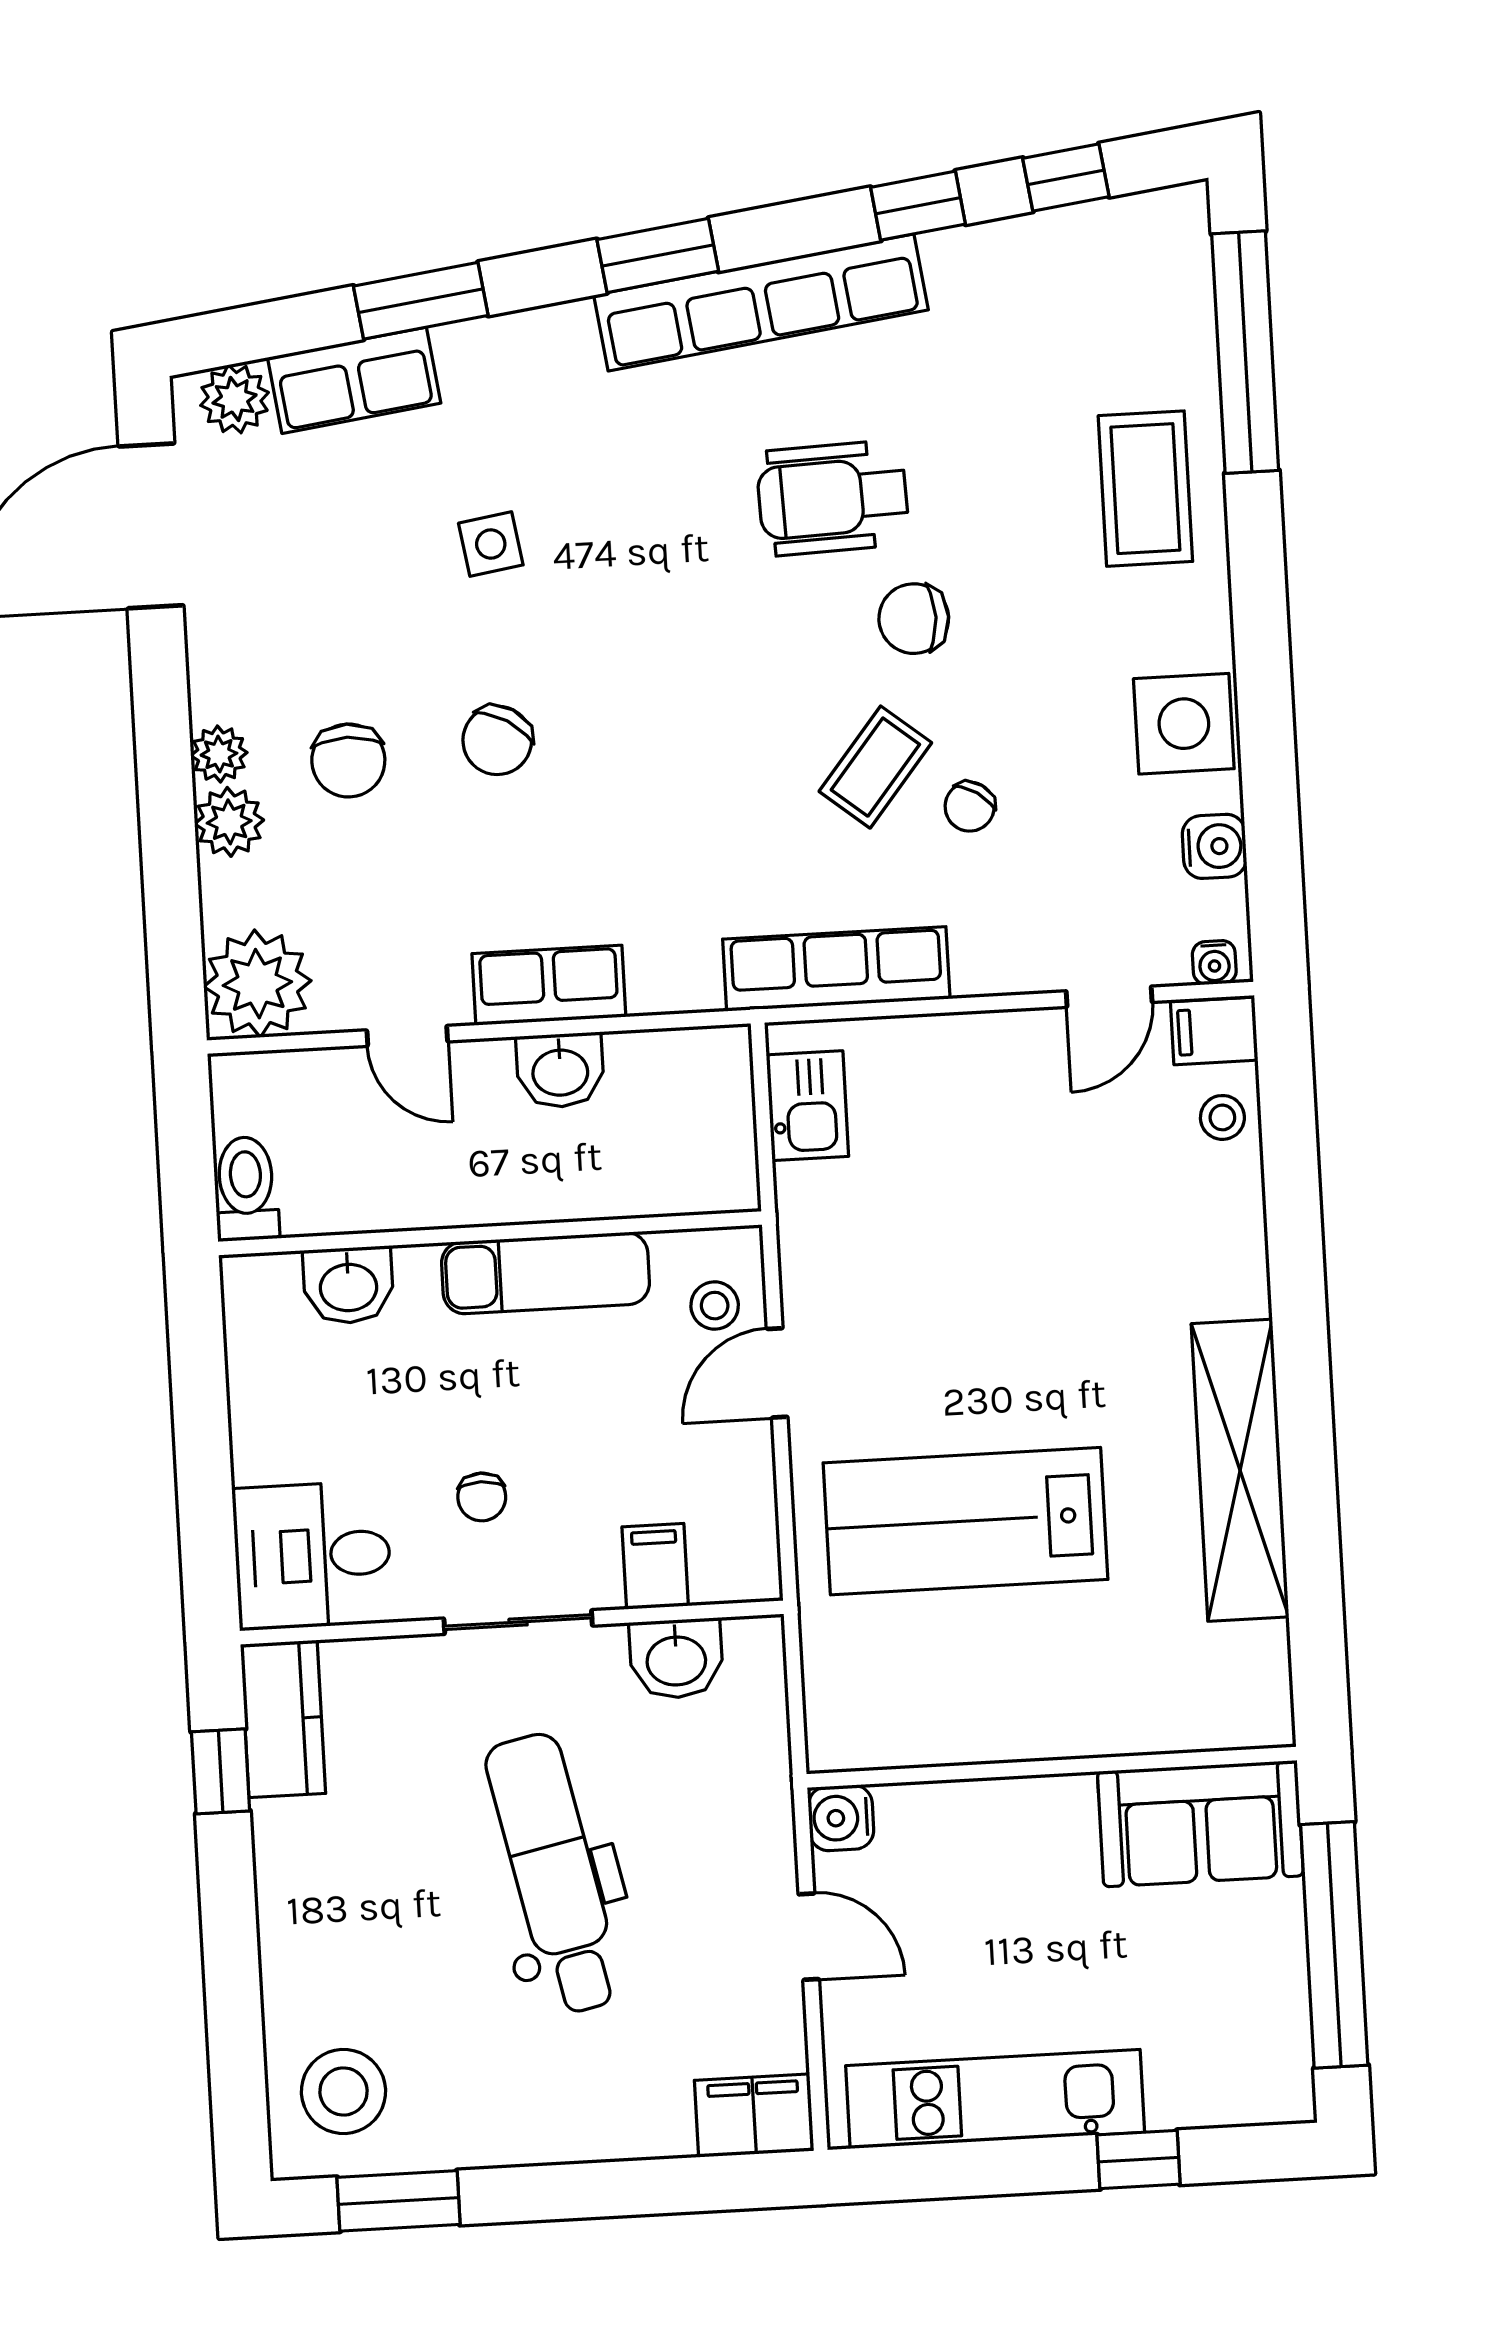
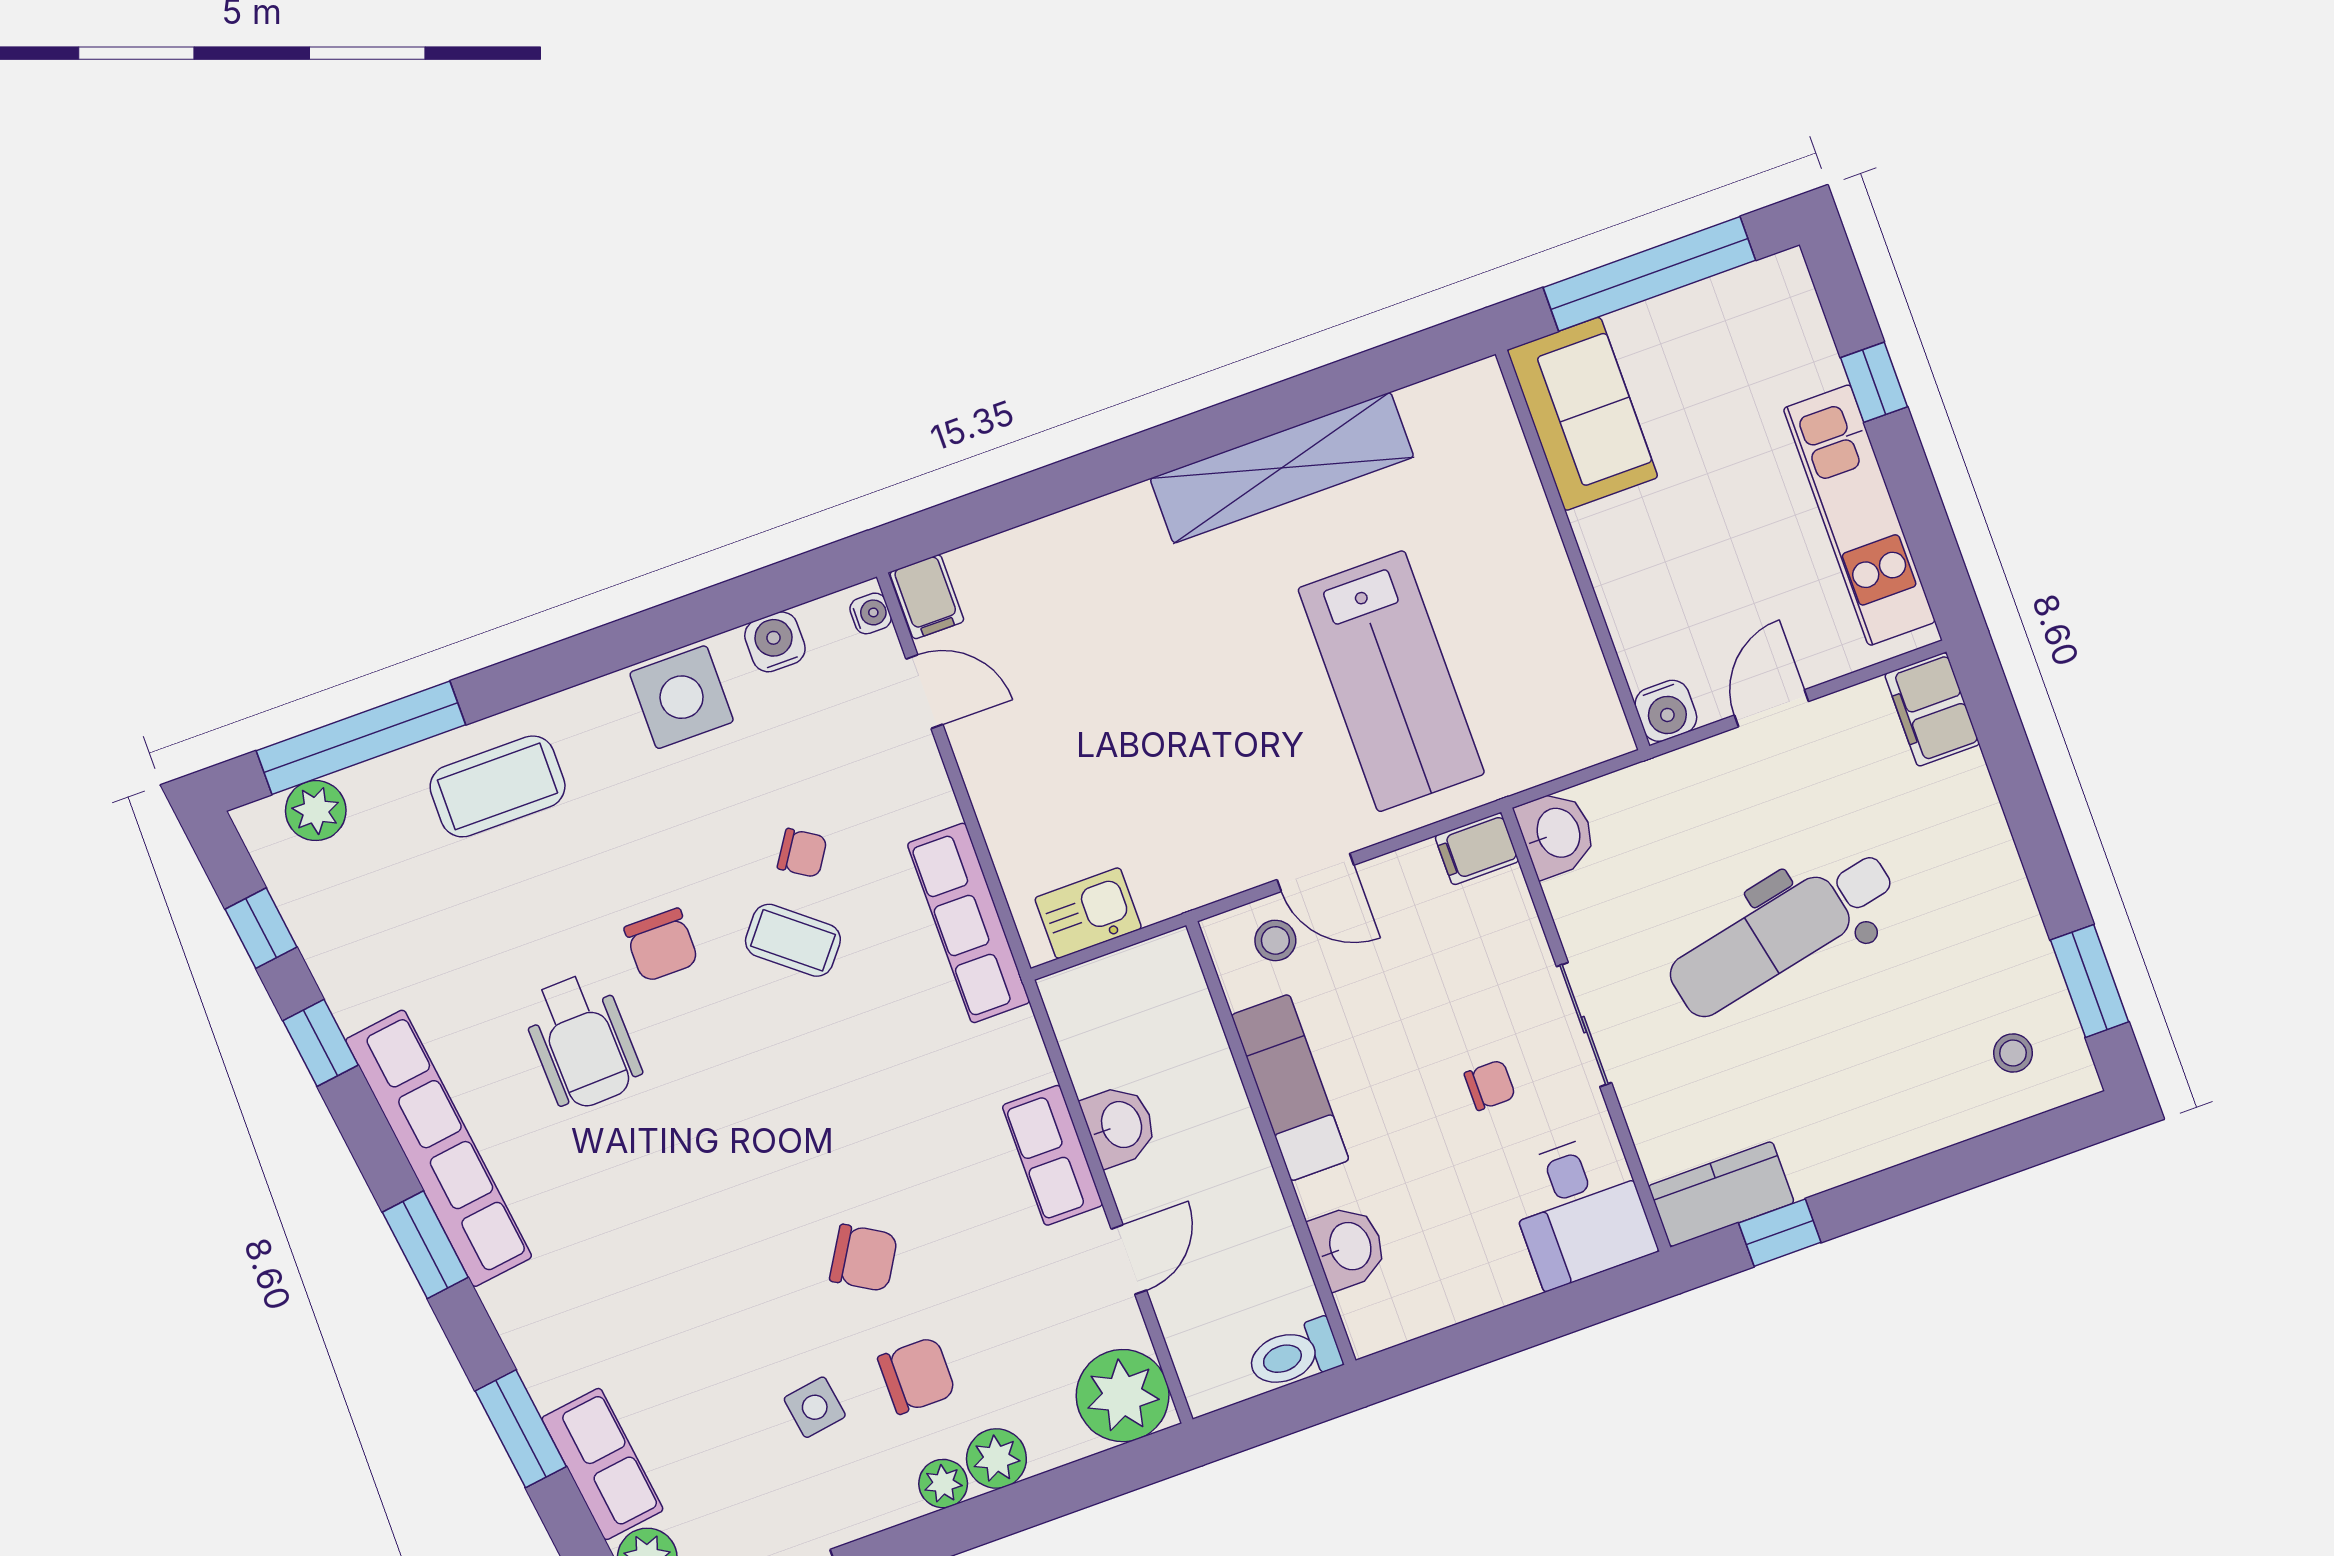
plant: (1179, 278) -> (316, 811), added
side table: (491, 544) -> (815, 1407), moved
stool: (1222, 1117) -> (996, 569), removed
filing cabinet: (655, 1566) -> (1477, 849), moved
washbasin: (676, 1659) -> (1557, 833), moved
stool: (344, 2091) -> (2013, 1053), width x0.53, depth x0.53

